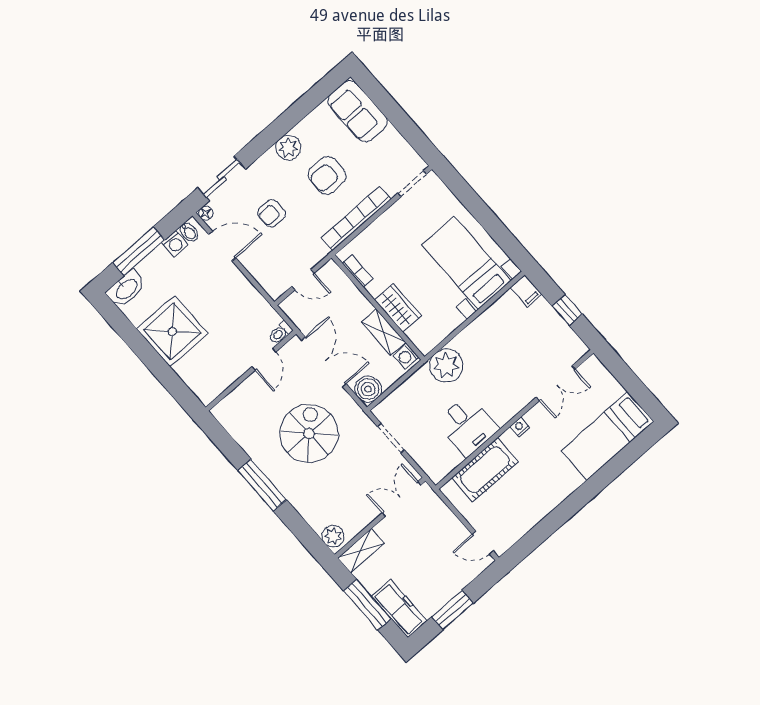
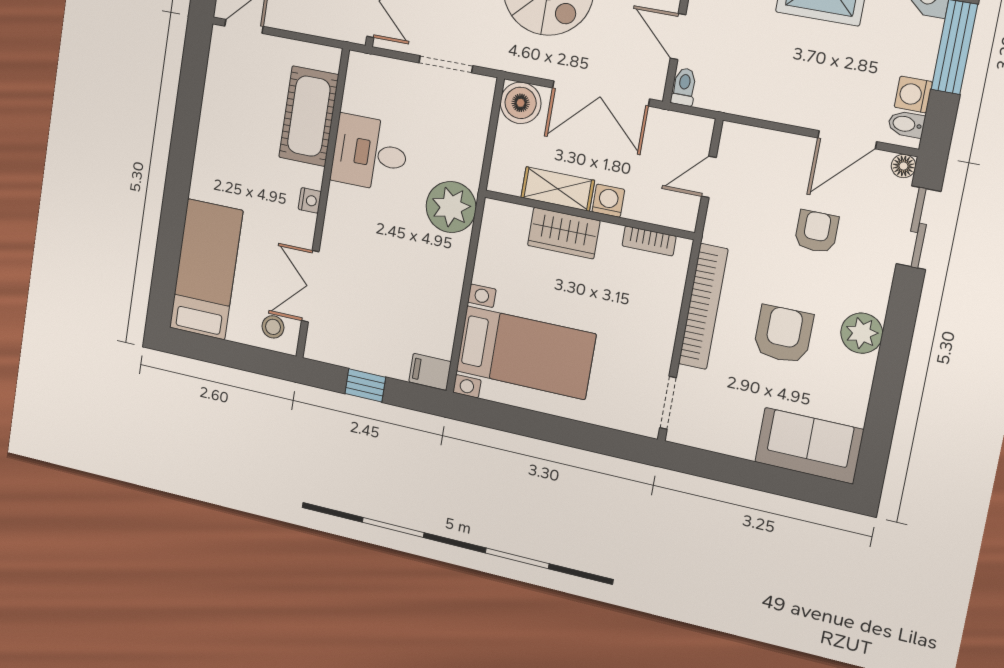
washing machine: (406, 356) -> (608, 201), moved
stool: (594, 378) -> (273, 327), added

